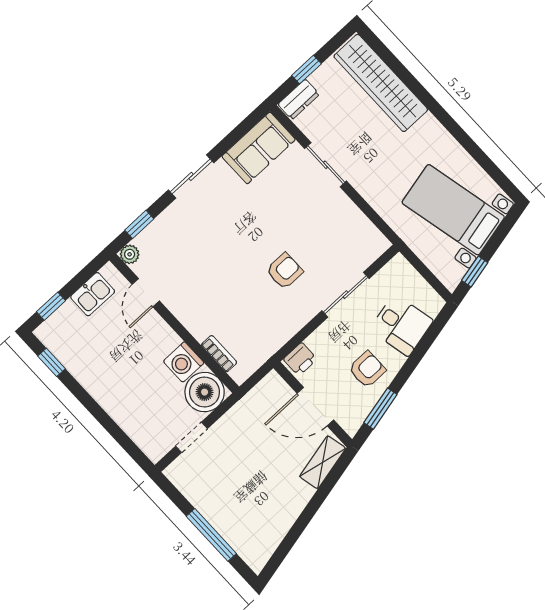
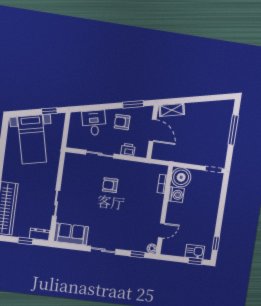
kitchen sink: (93, 294) -> (195, 252), moved
printer: (300, 359) -> (128, 150), moved
doorway: (192, 437) -> (213, 170), moved

